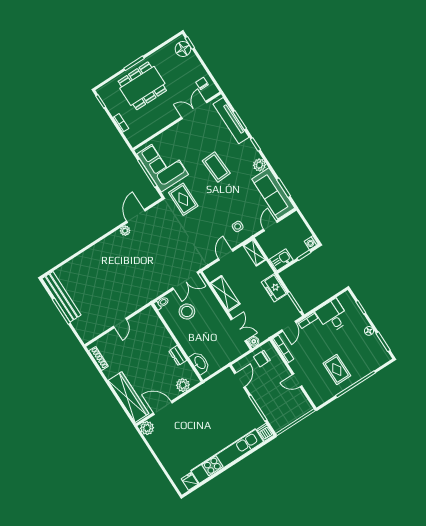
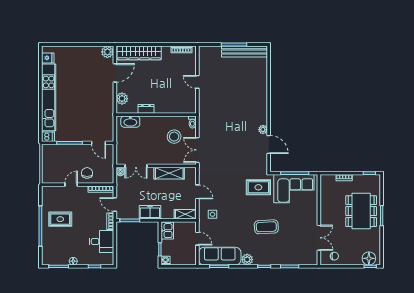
tv unit: (231, 121) -> (293, 260), removed
chair: (262, 359) -> (87, 173), moved

